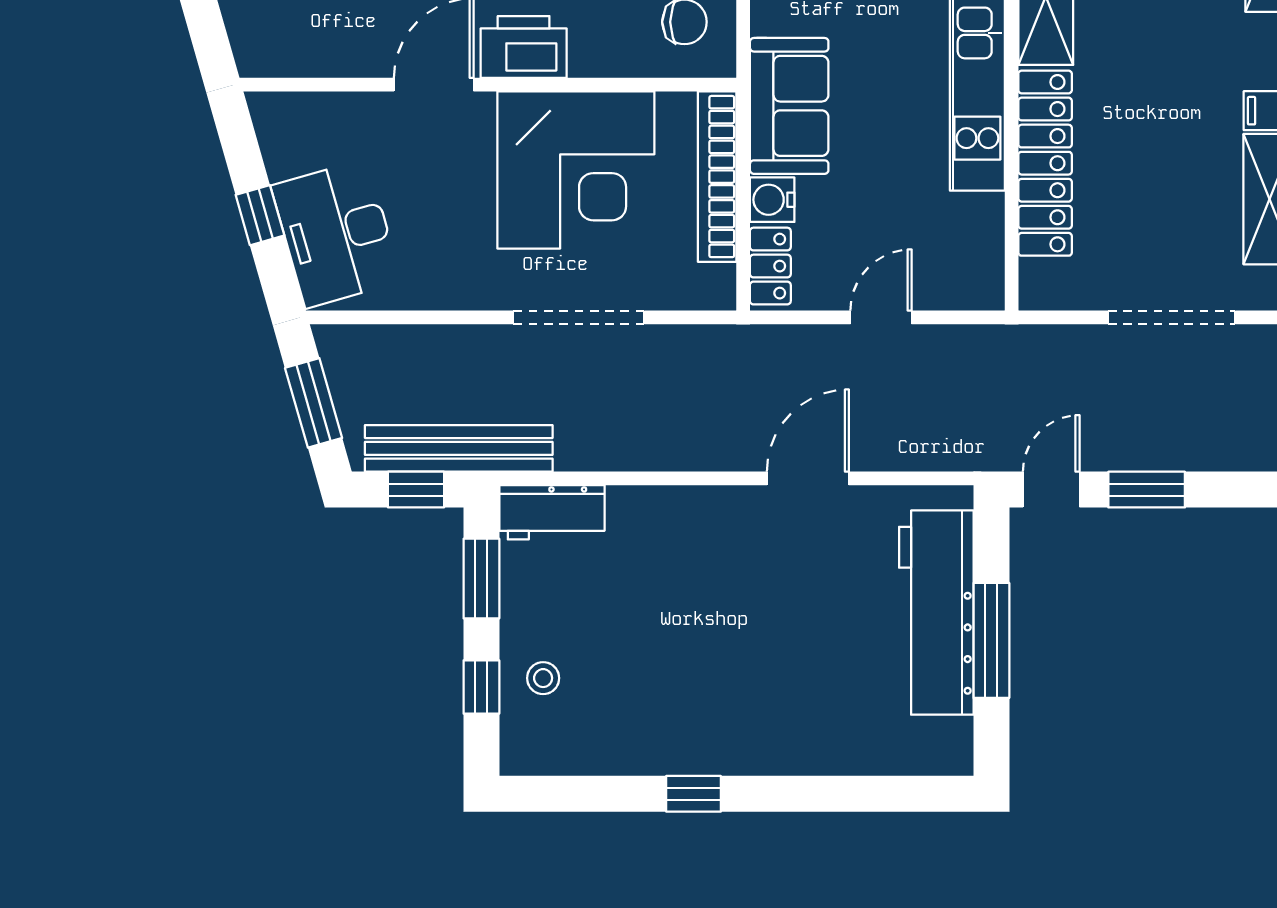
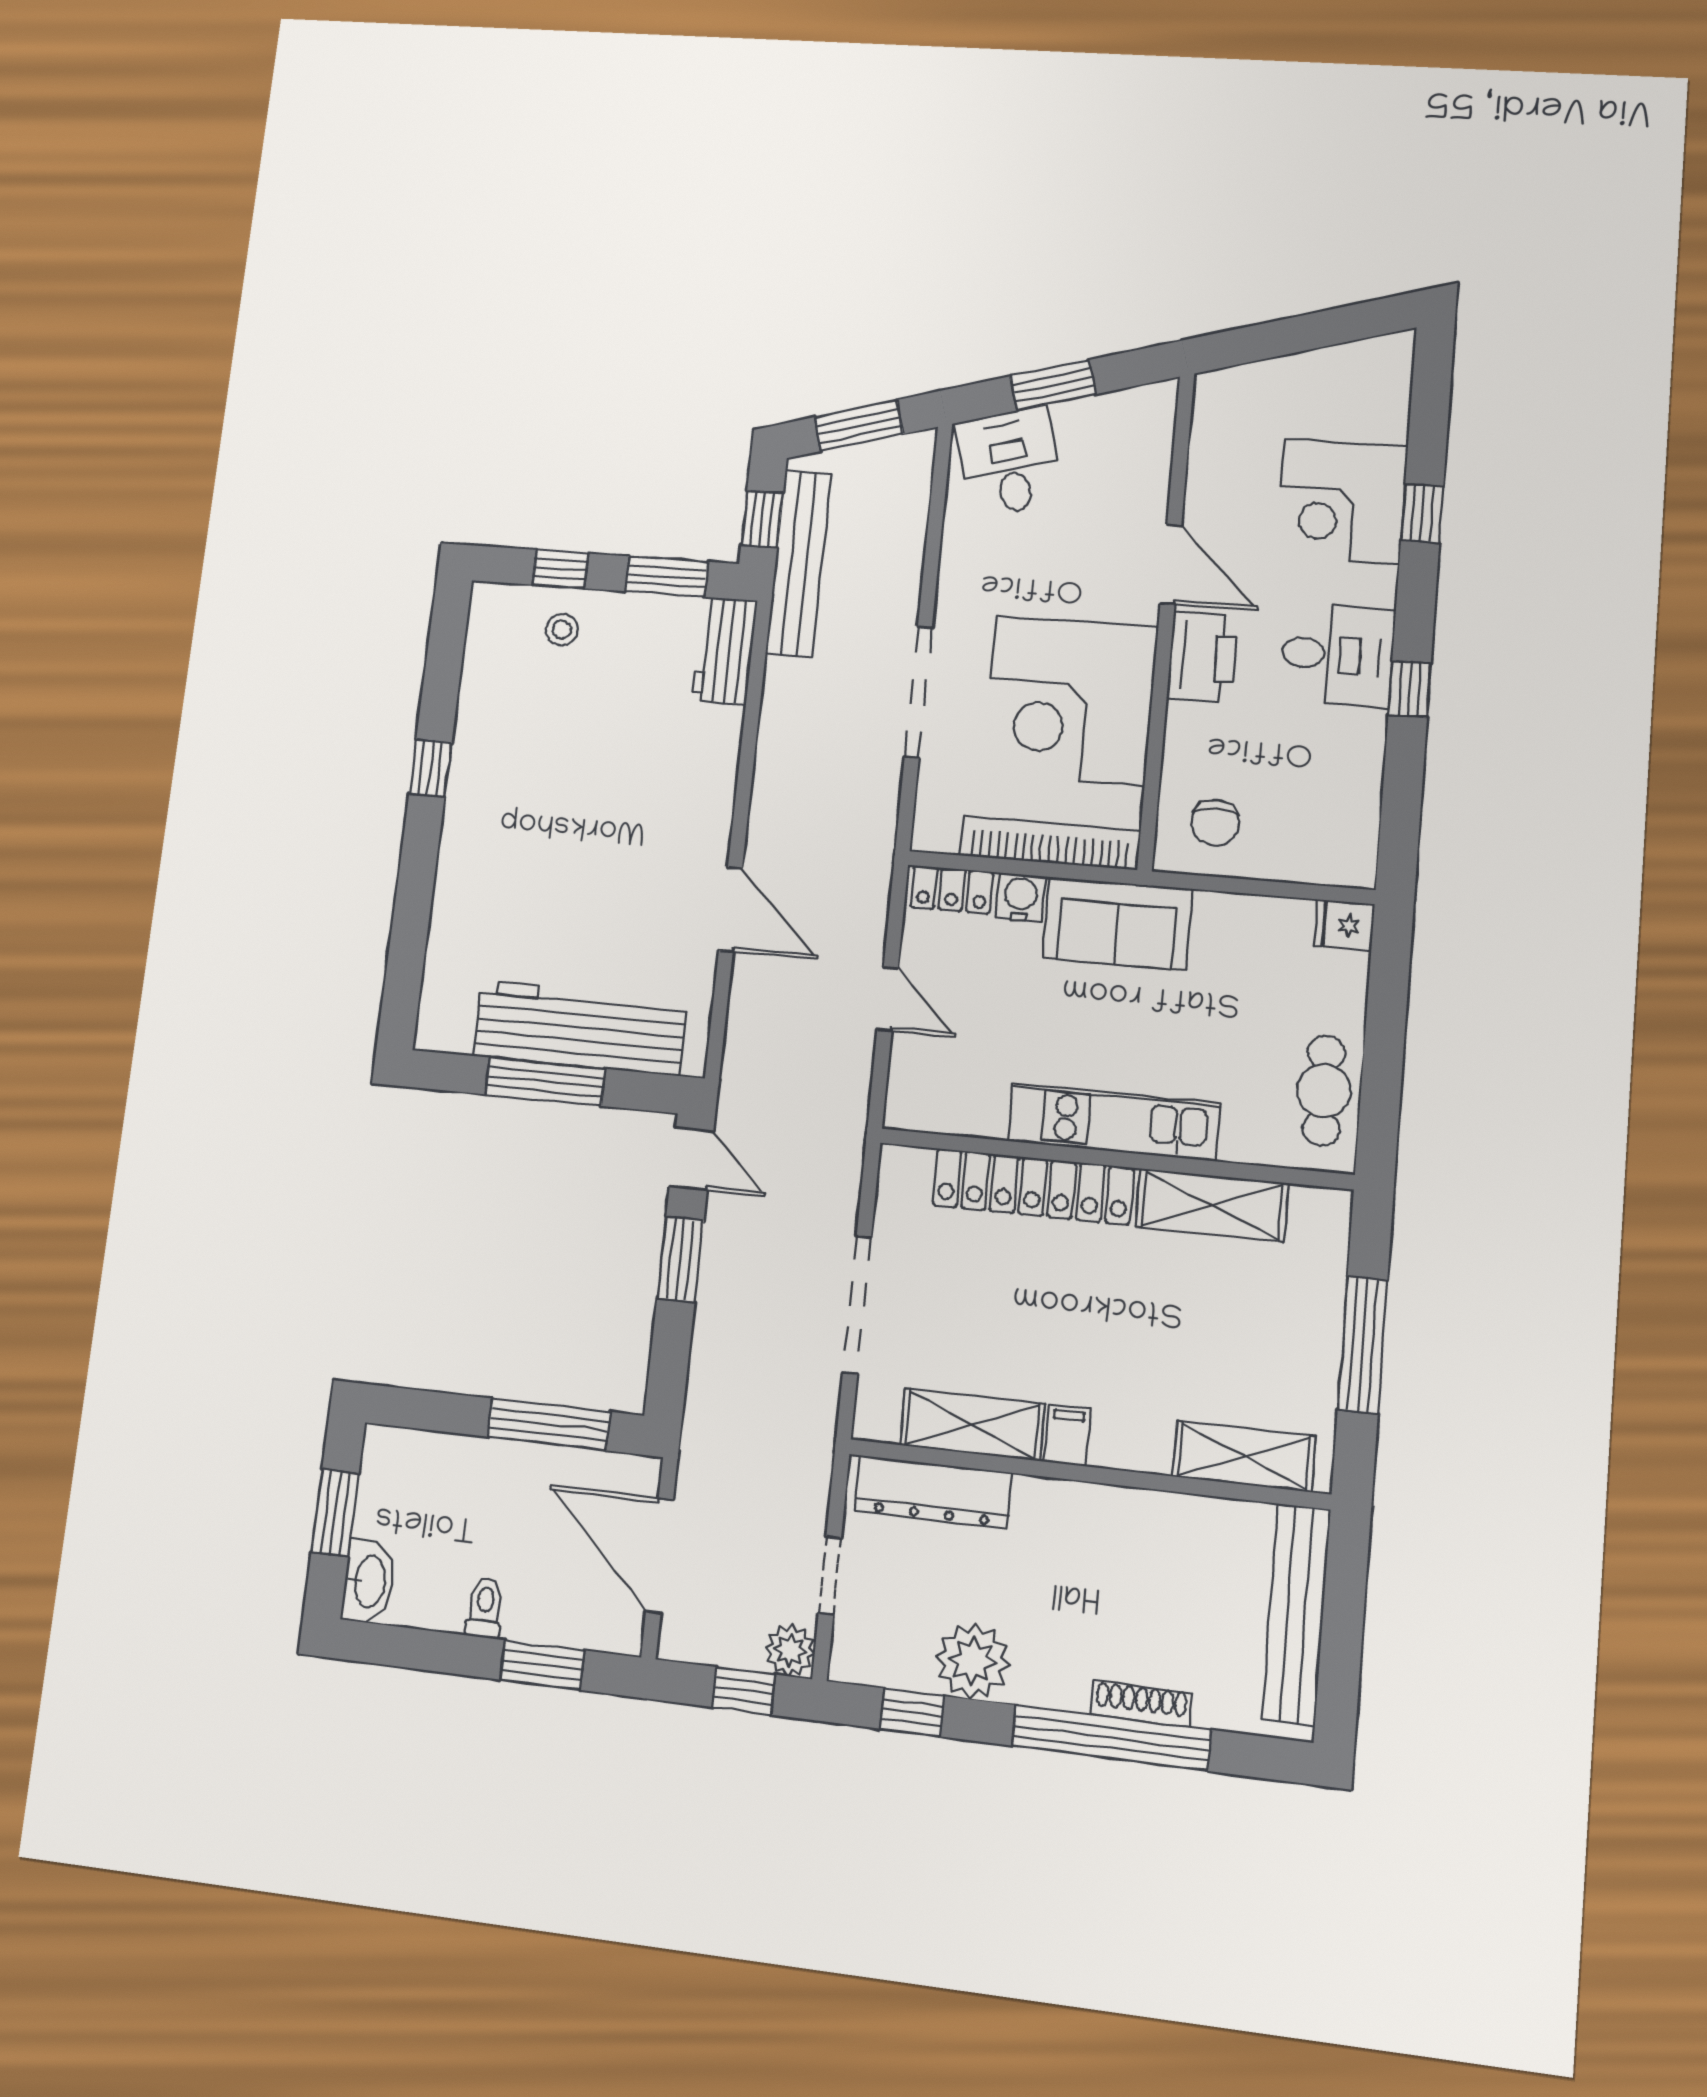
window: (260, 215) -> (1053, 385), width x1.50
desk: (336, 234) -> (1010, 462), width x0.73

